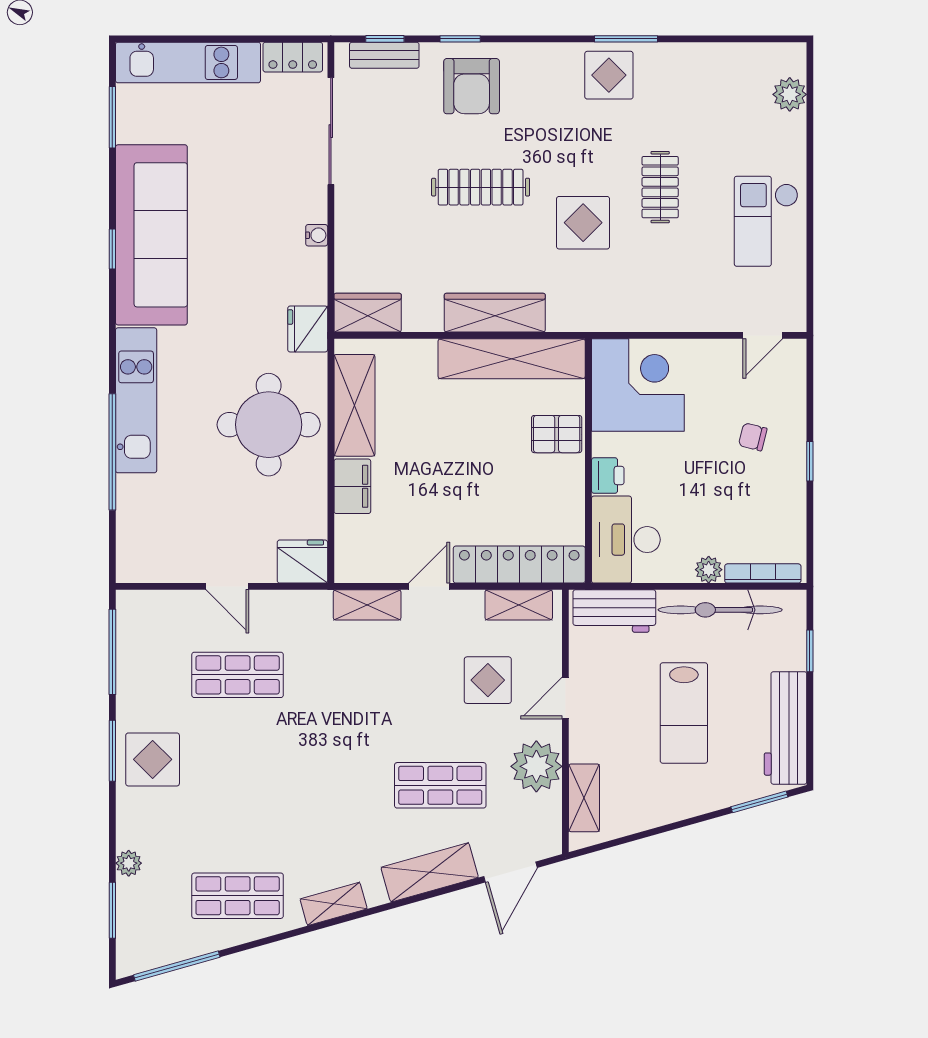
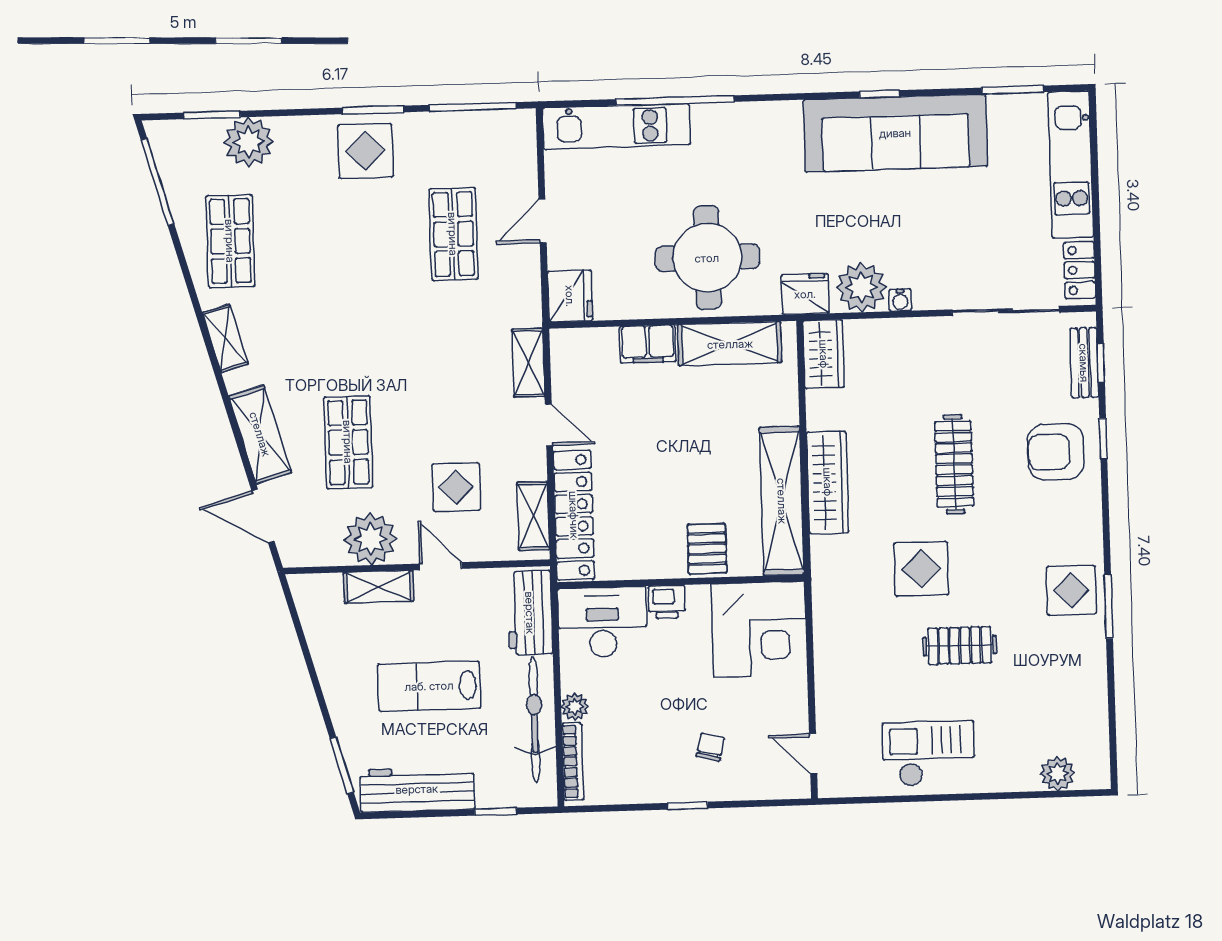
plant: (303, 273) -> (861, 287), added
kitchen unit: (136, 400) -> (616, 126), moved
shelving: (584, 798) -> (378, 587), moved
plant: (129, 863) -> (249, 142), width x1.87, depth x1.87

